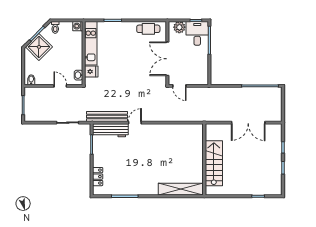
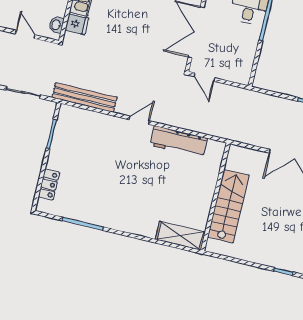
door: (135, 123) -> (139, 120), moved
workbench: (110, 130) -> (179, 142), moved
shelving: (181, 189) -> (180, 236), width x0.68

